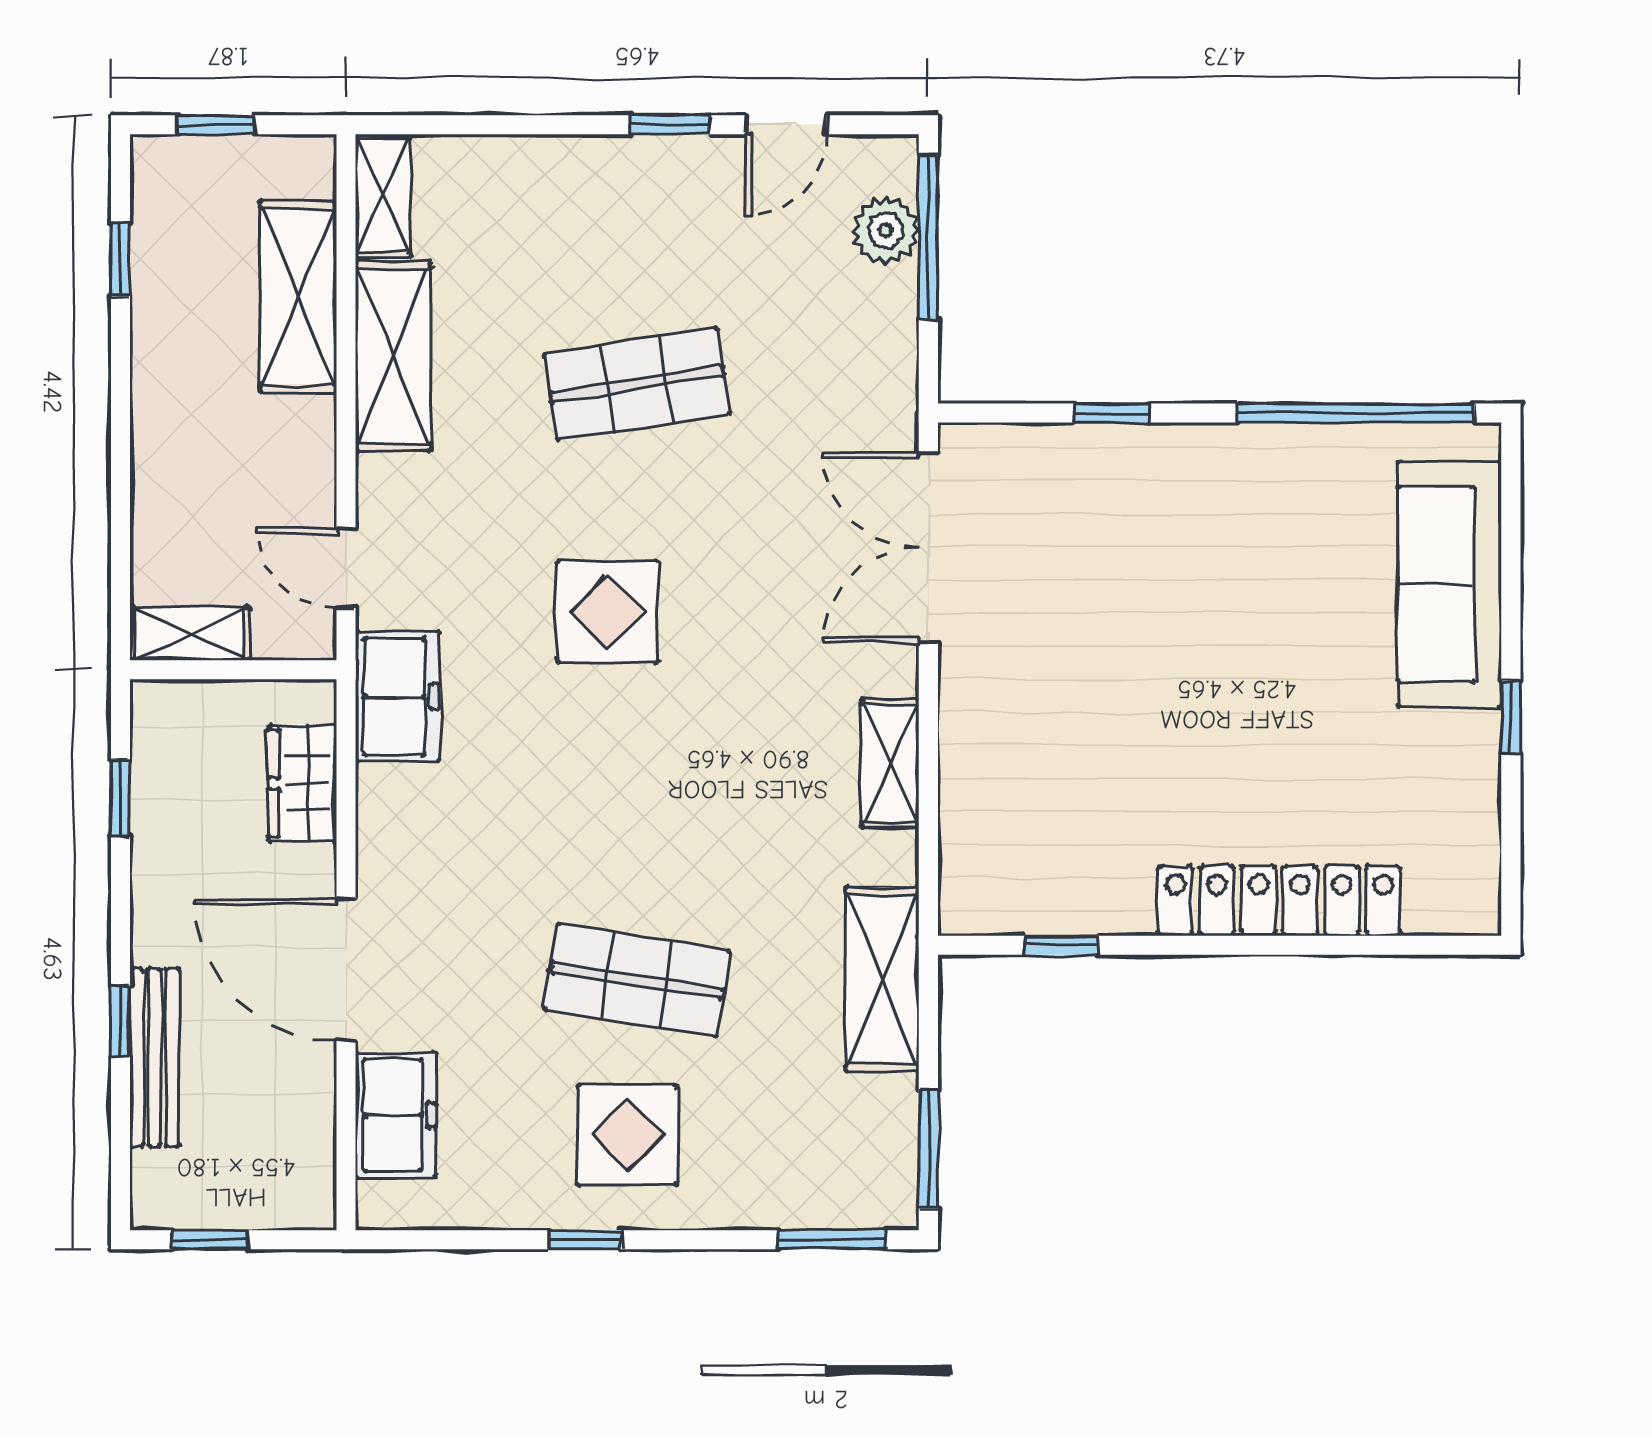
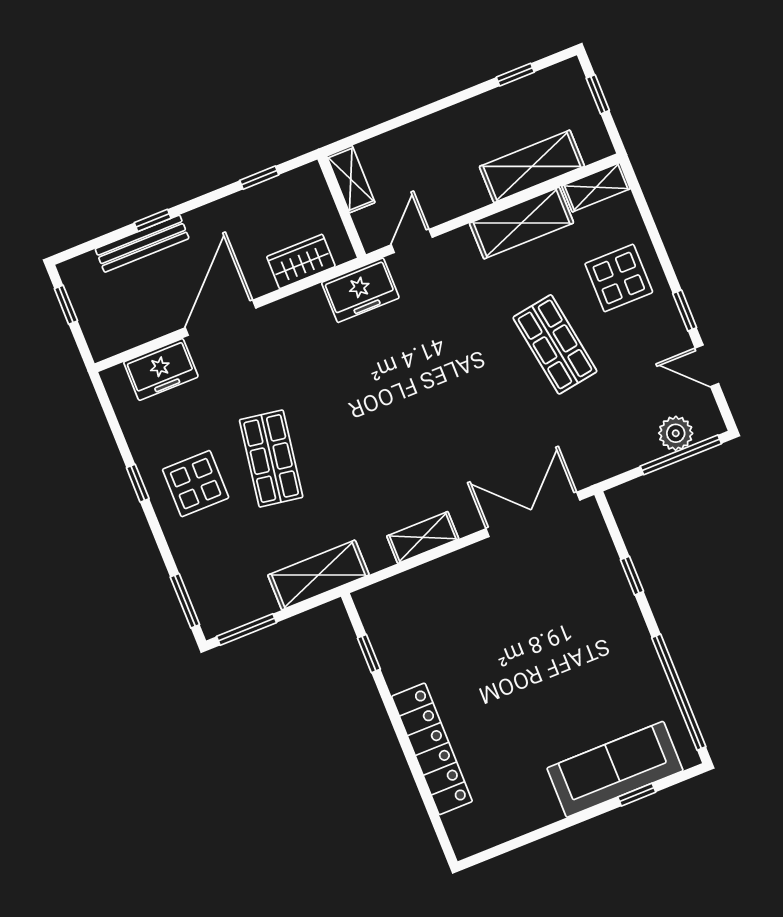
display table: (607, 612) -> (619, 278), moved
window: (1511, 717) -> (637, 795), moved

